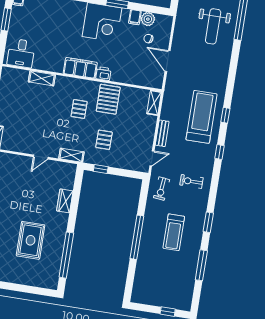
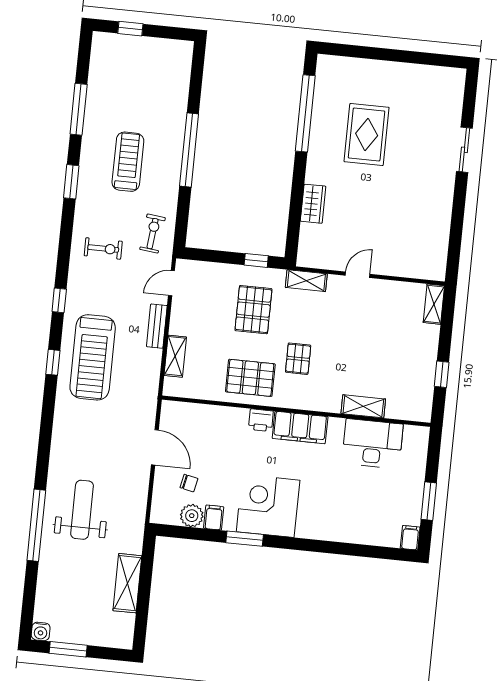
desk: (21, 53) -> (372, 444), moved, width x1.37
pallet: (108, 99) -> (250, 378), turned 90
shelving: (154, 103) -> (175, 356), moved
pallet: (104, 140) -> (253, 310), width x1.50, depth x1.42

